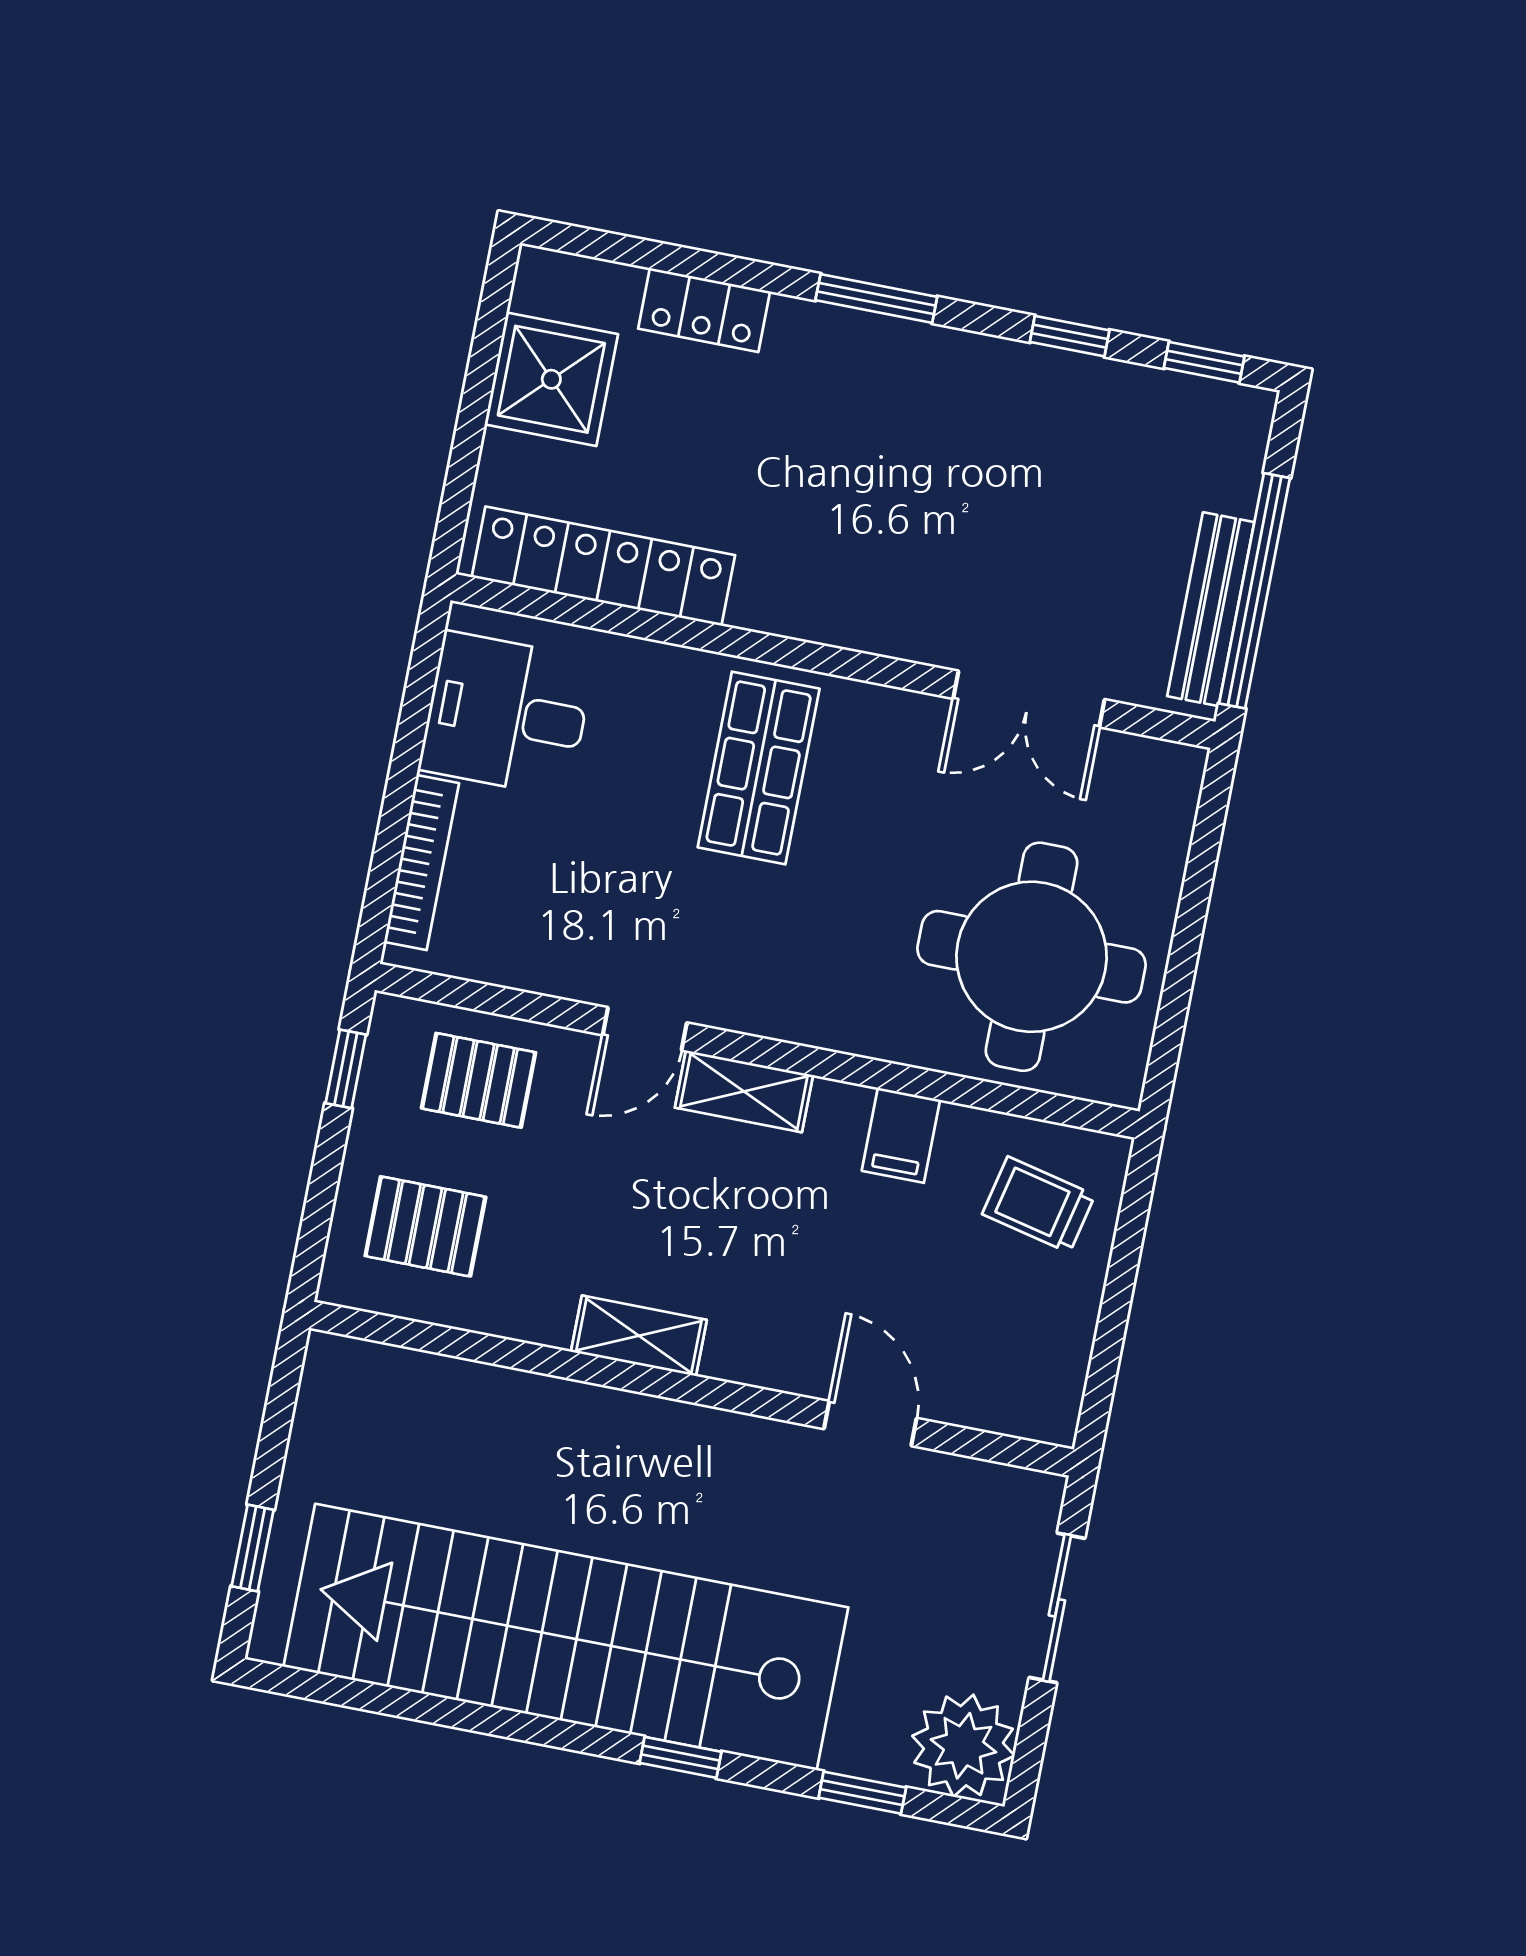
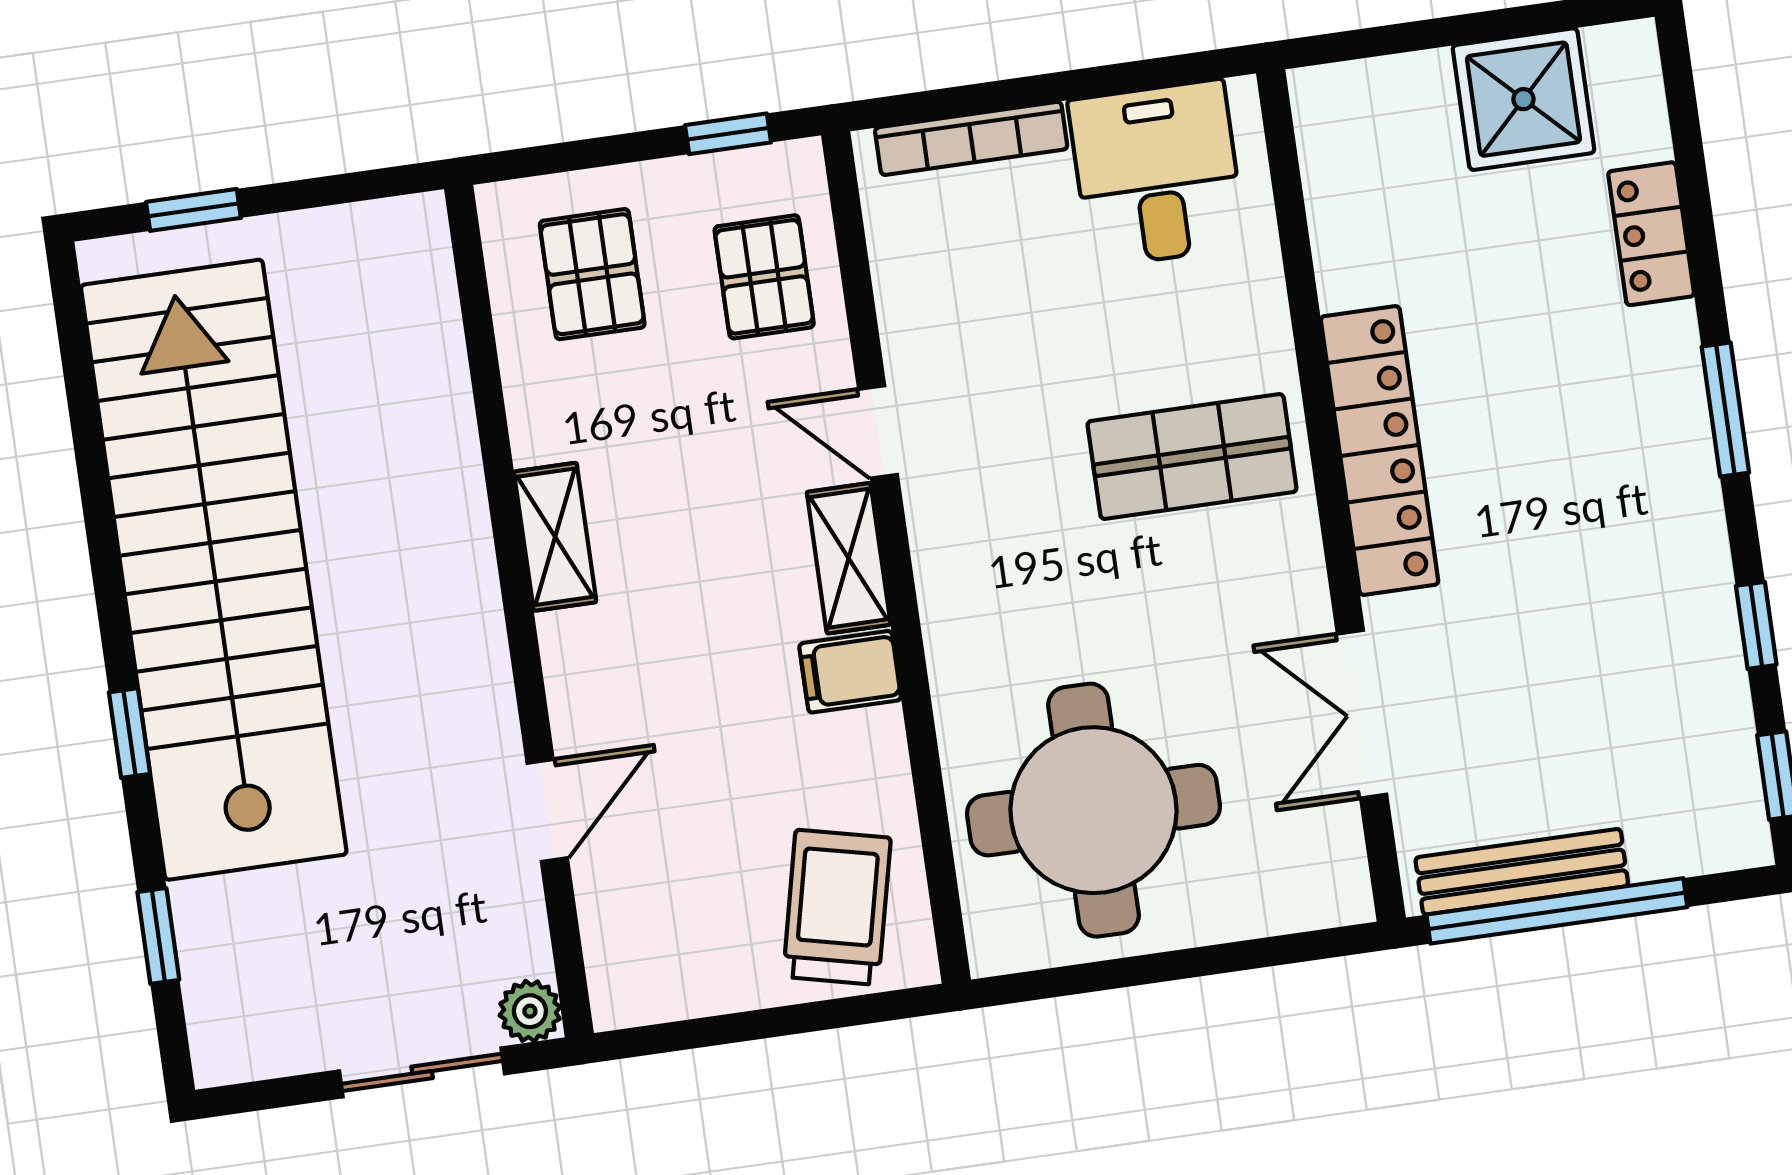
locker: (603, 566) -> (1380, 451), moved
filing cabinet: (901, 1135) -> (850, 672), moved
trolley: (1039, 1205) -> (837, 907), width x1.36, depth x1.39
plant: (963, 1746) -> (530, 1011), moved, width x0.53, depth x0.53

